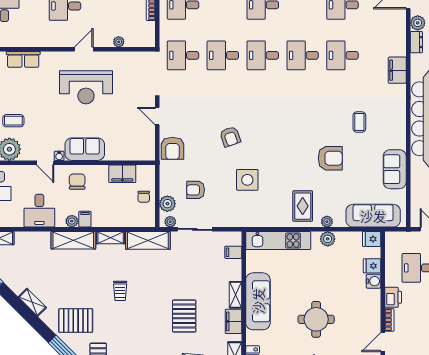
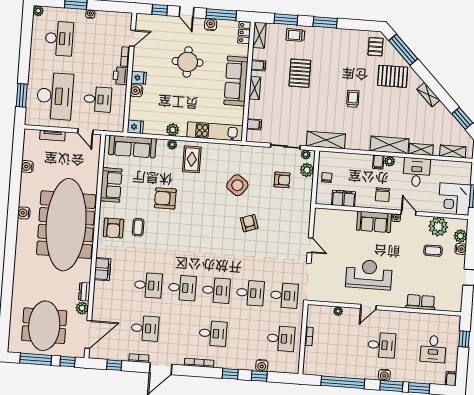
armchair: (173, 148) -> (113, 228), moved, turned 180
side table: (247, 180) -> (237, 185), turned 37
shelving: (111, 238) -> (421, 149), moved
fridge: (372, 266) -> (139, 78), moved
filing cabinet: (233, 321) -> (258, 65), width x0.50

